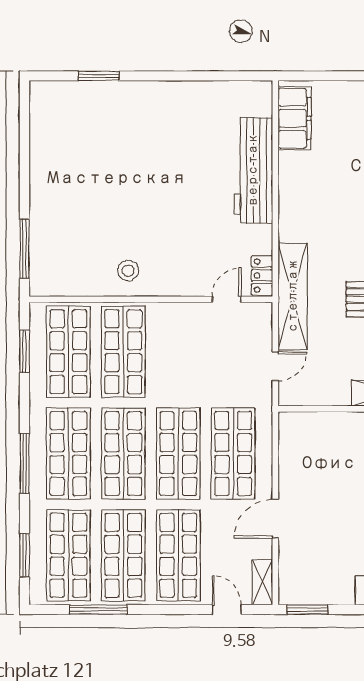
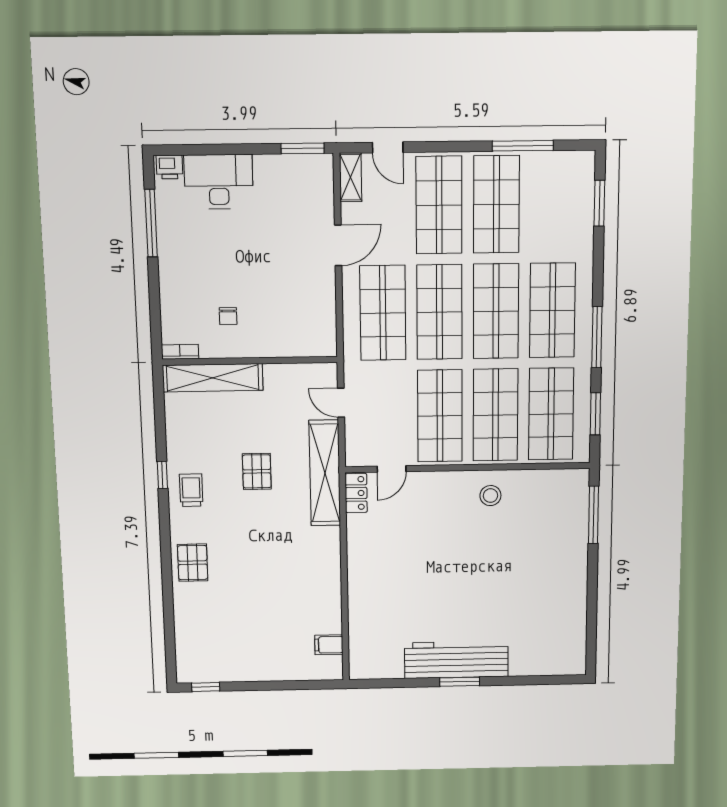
window: (99, 76) -> (460, 682), moved
filing cabinet: (294, 118) -> (329, 645), width x0.33, depth x0.86
workbench: (253, 170) -> (456, 660), moved, turned -90
door: (275, 366) -> (341, 403), hinge flipped
window: (24, 463) -> (597, 337), moved
shop shelf: (68, 555) -> (440, 416), moved

